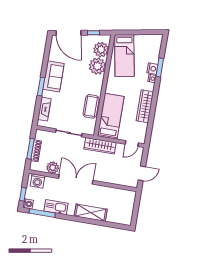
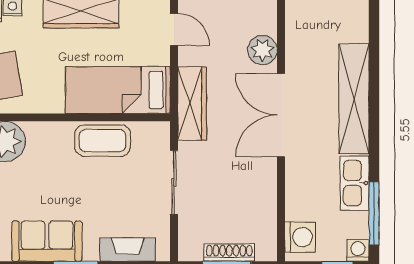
plant: (53, 168) -> (262, 50), moved
double door: (76, 179) -> (281, 115), moved
shelving: (91, 213) -> (354, 99), width x1.47

